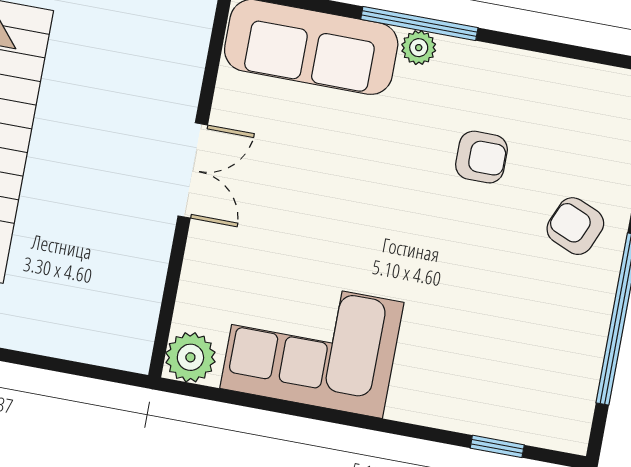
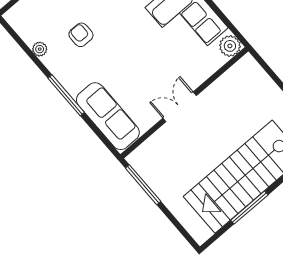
plant: (419, 48) -> (40, 49), moved

